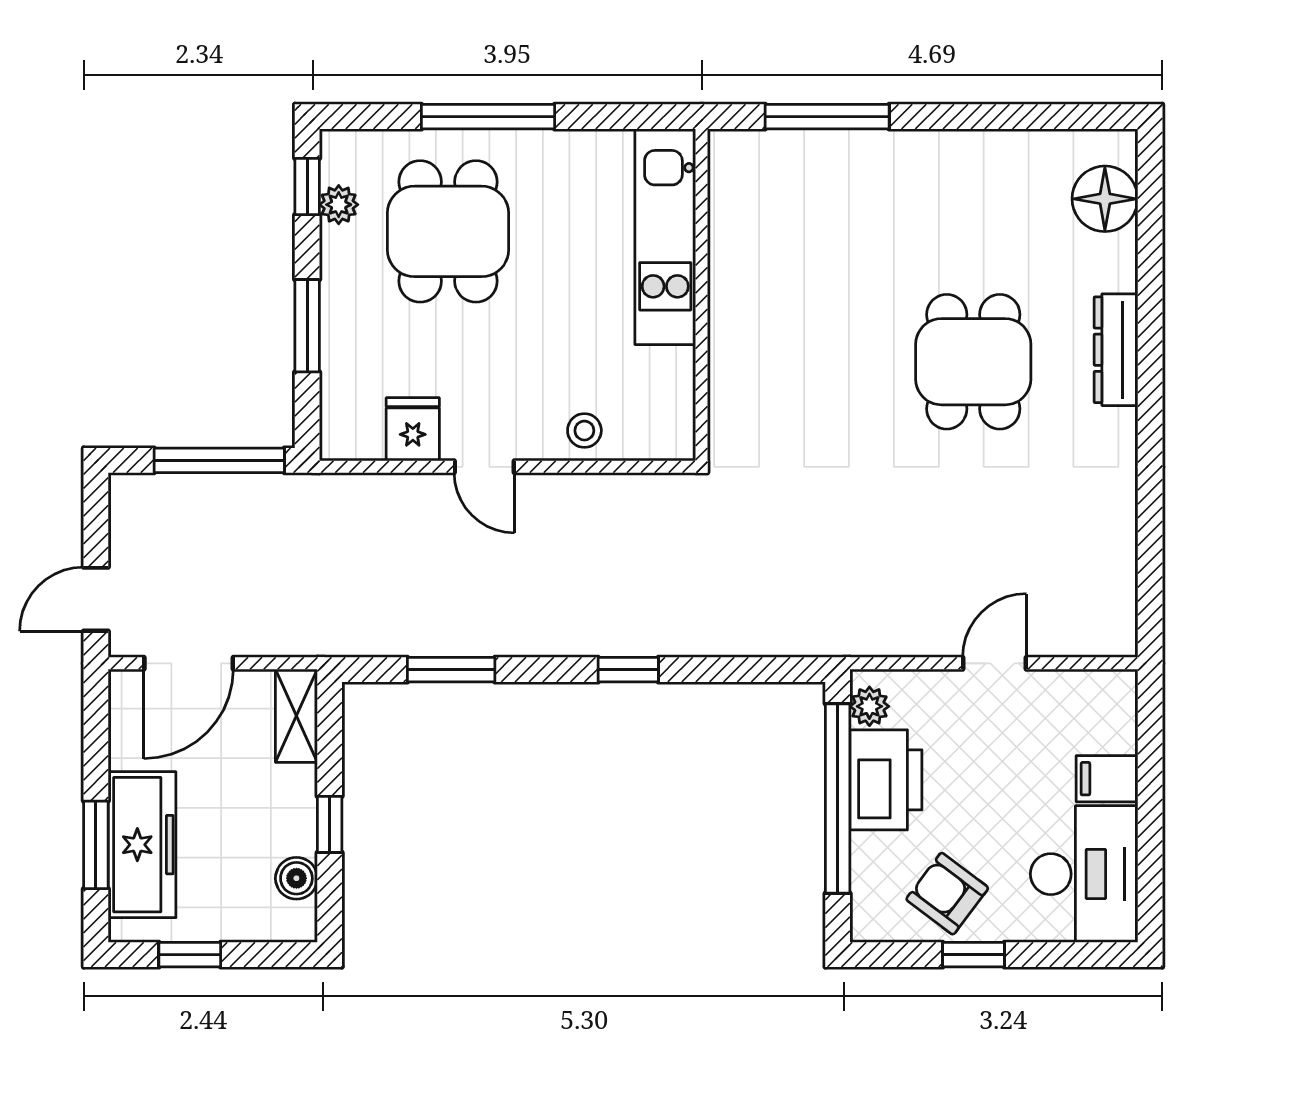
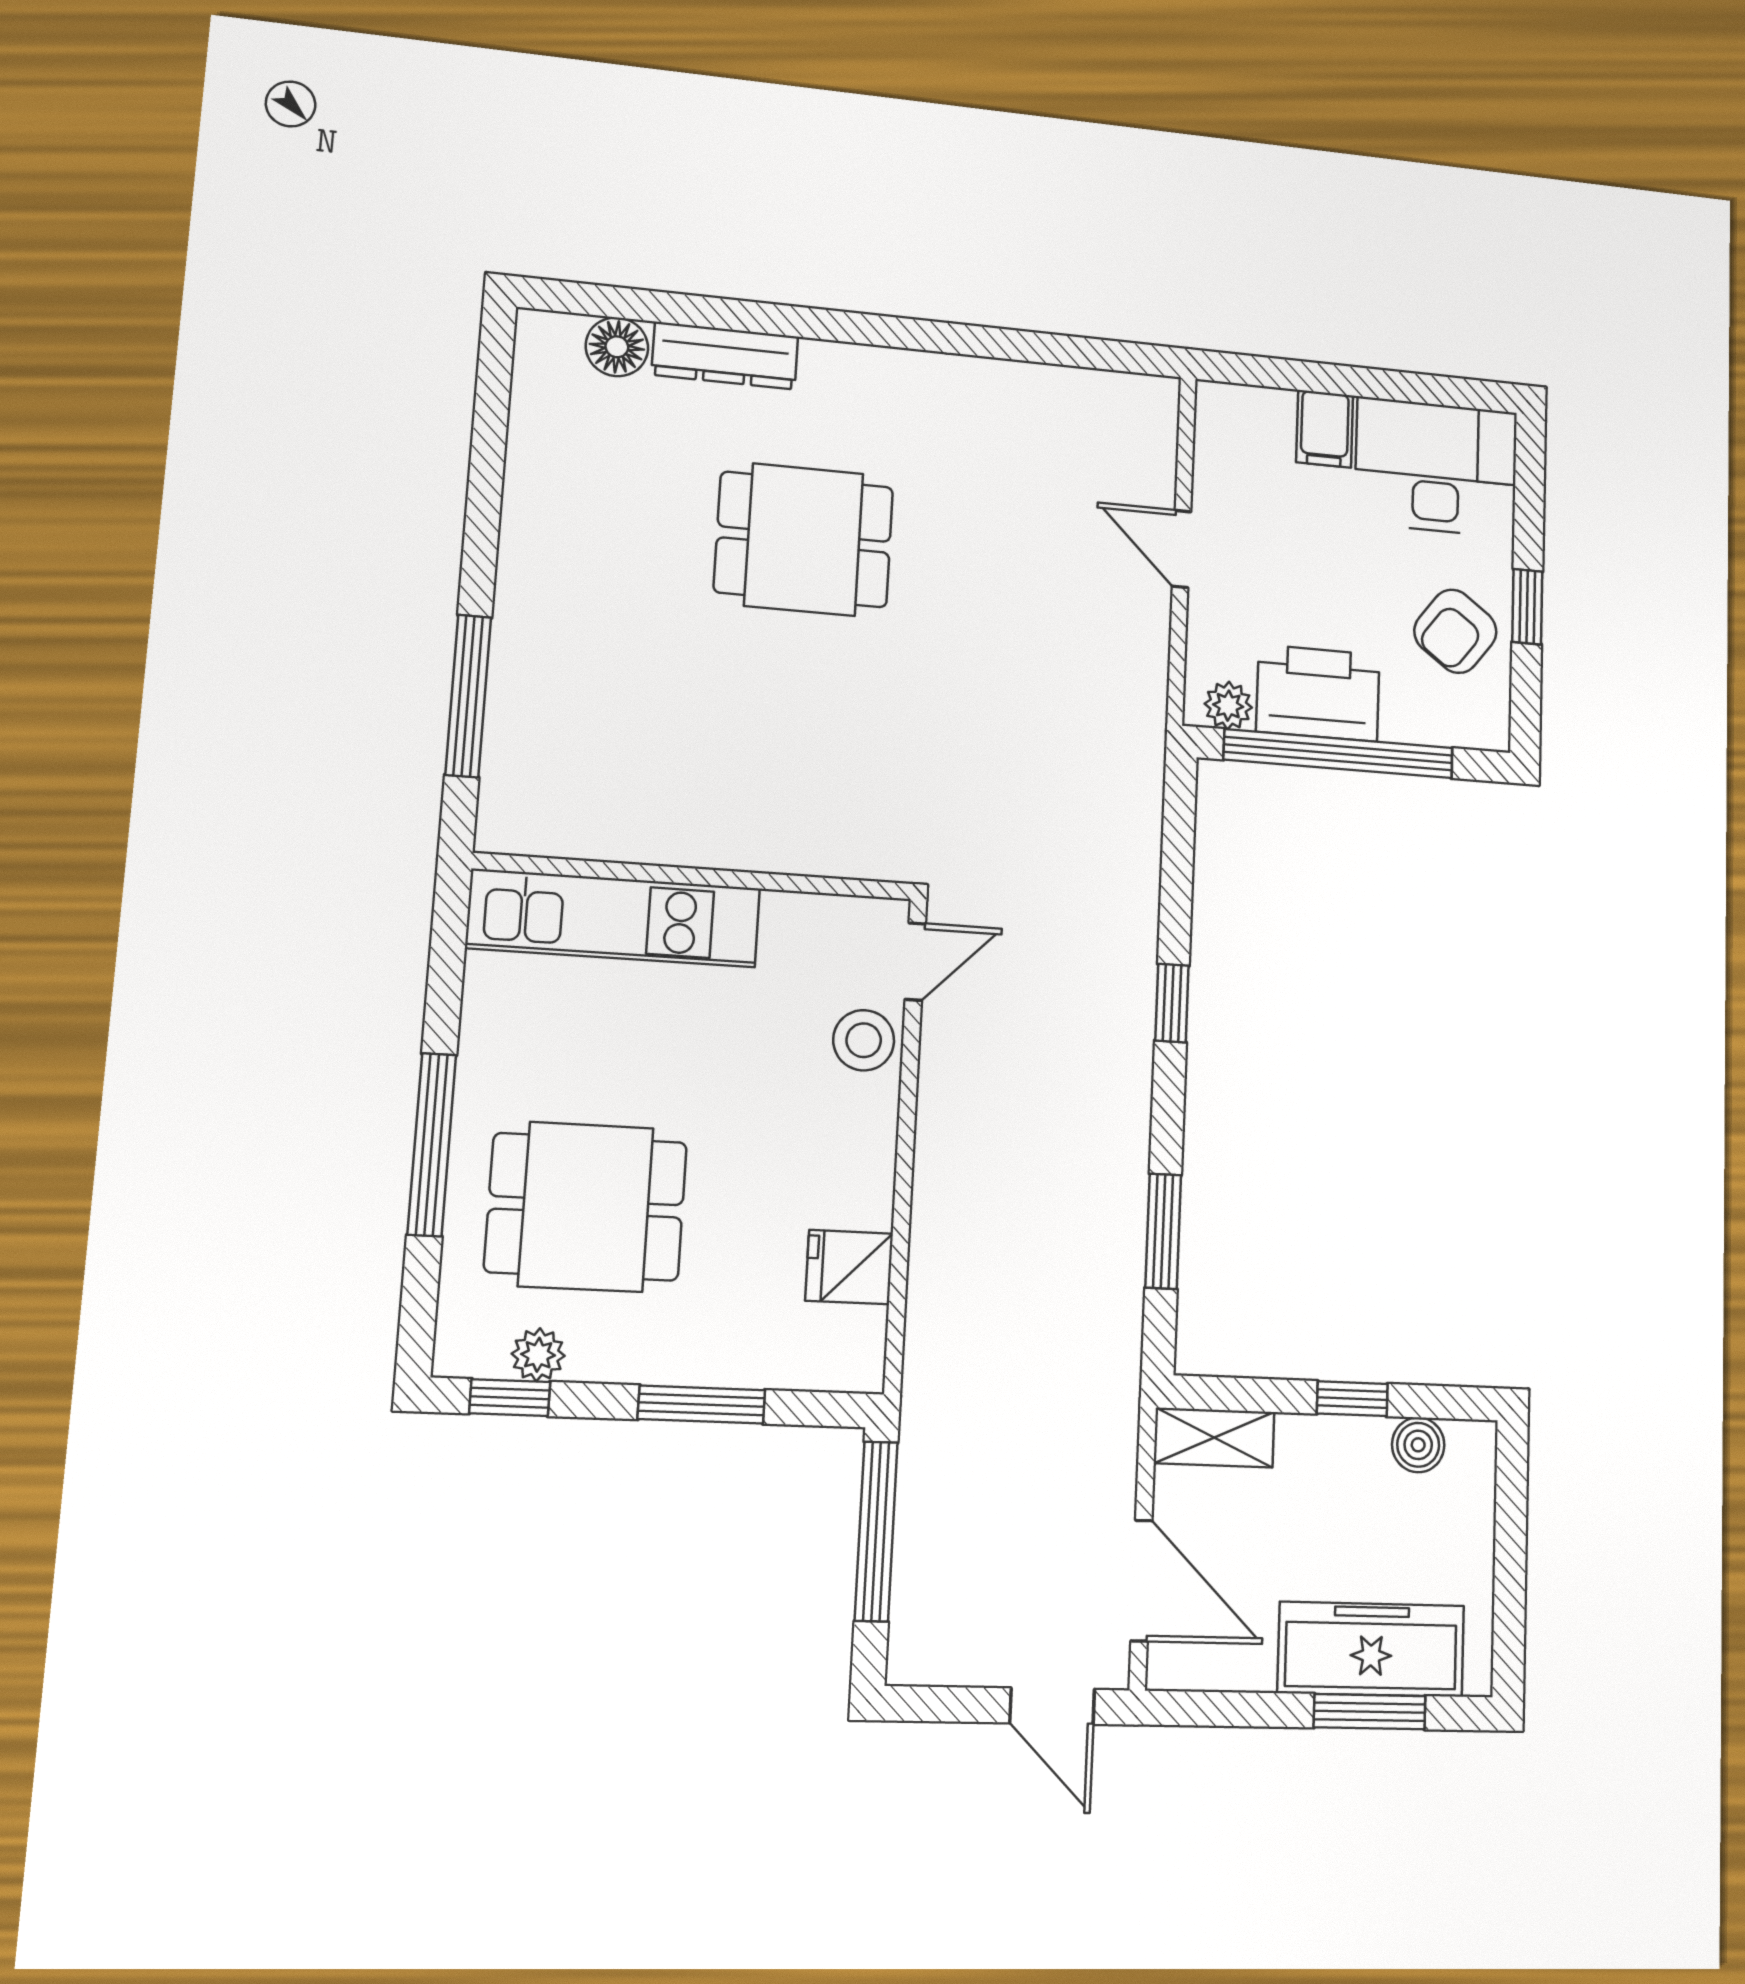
floor lamp: (1105, 199) -> (617, 347), width x0.73, depth x0.73
dresser: (1116, 350) -> (725, 356), moved
stool: (584, 431) -> (864, 1040), width x1.37, depth x1.37
door: (484, 467) -> (915, 962), moved
window: (190, 955) -> (1510, 1589), removed

